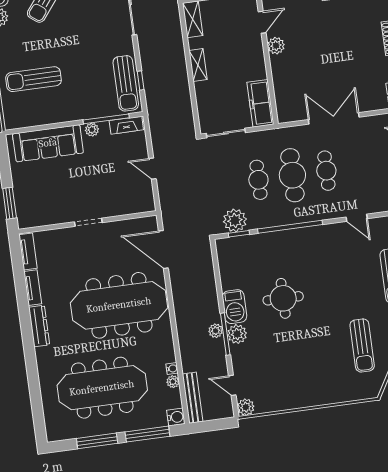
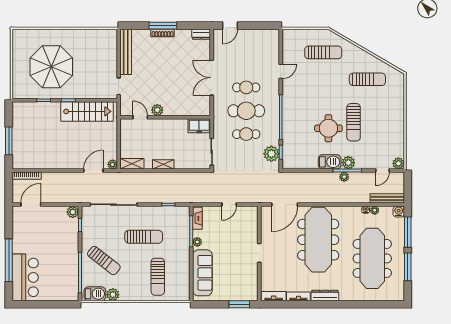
sun lounger: (126, 83) -> (144, 237), moved
freezer: (260, 103) -> (199, 126), width x0.71
sun lounger: (297, 334) -> (354, 122), added

